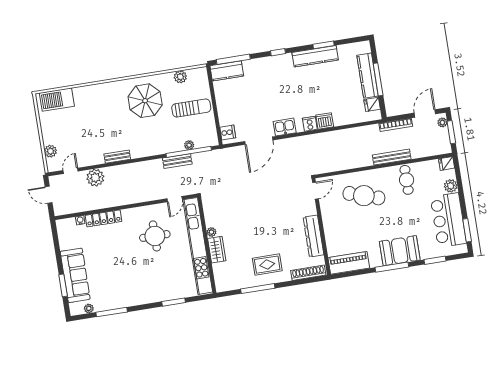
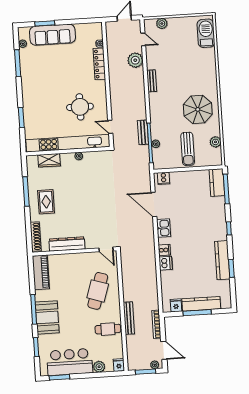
wardrobe: (217, 250) -> (49, 160), moved

